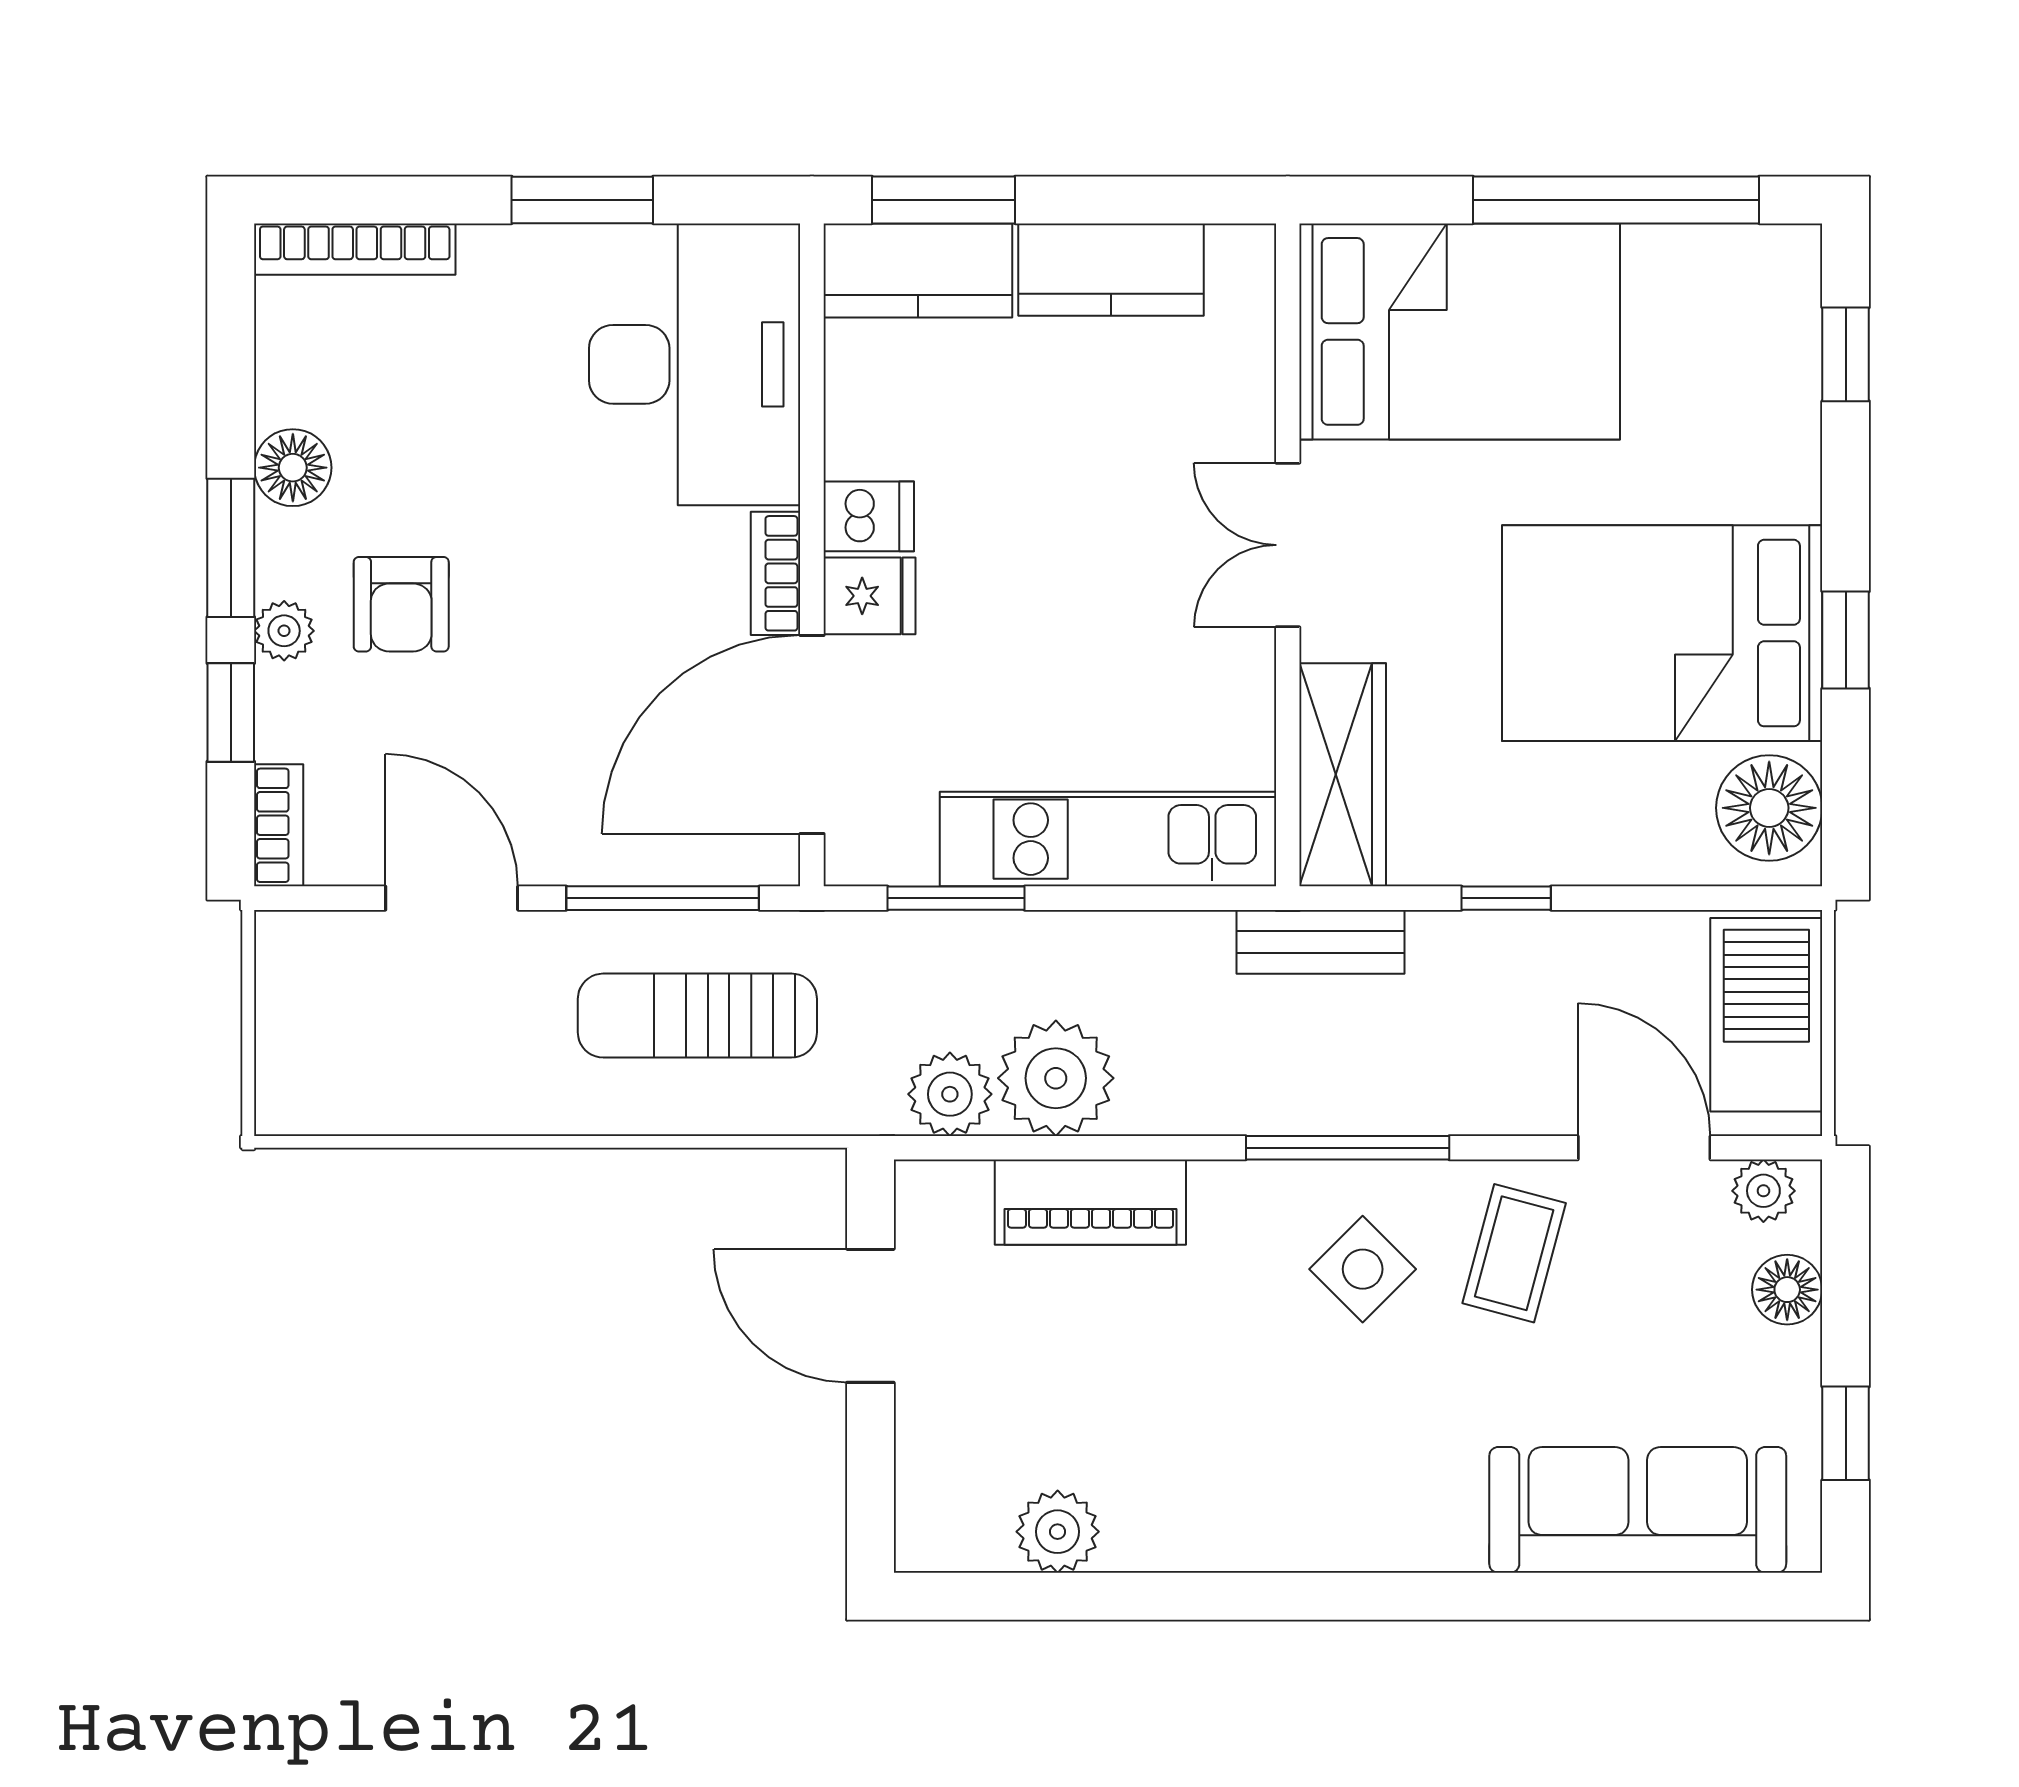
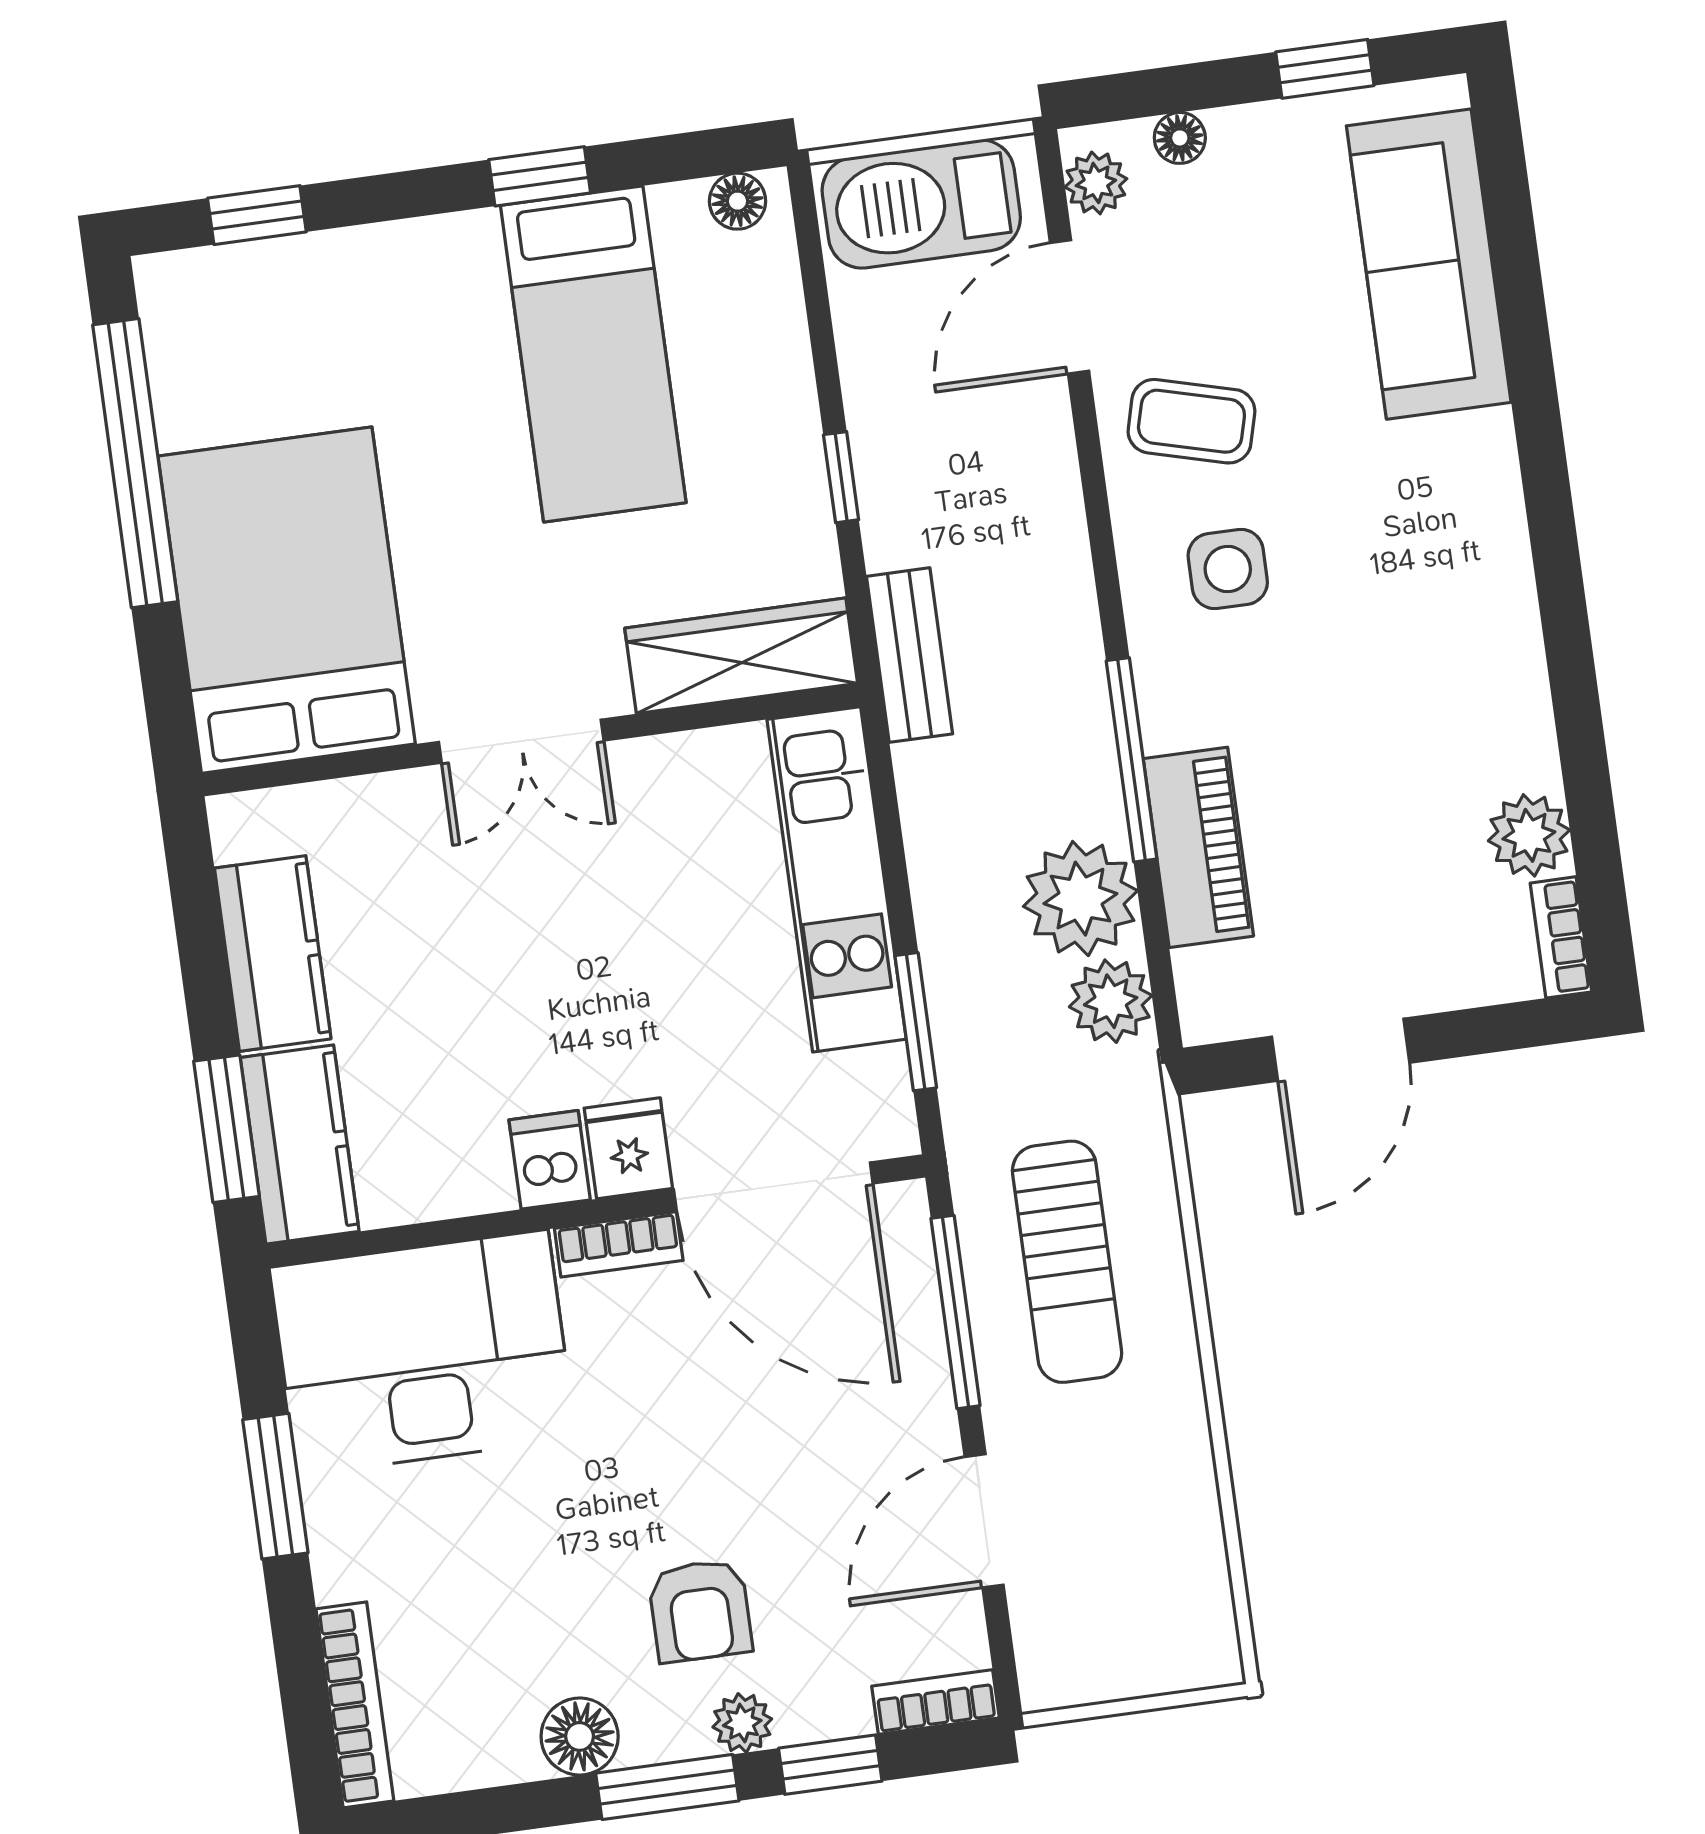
armchair: (401, 604) -> (700, 1611), turned 90
bed: (1662, 633) -> (593, 354), width x0.67
floor lamp: (1769, 808) -> (738, 201), width x0.53, depth x0.53
window: (1348, 1148) -> (1132, 760), moved
side table: (1363, 1269) -> (1228, 569), turned 45
floor lamp: (1787, 1290) -> (1180, 138), width x0.73, depth x0.73
bookcase: (952, 1550) -> (1561, 937), added

